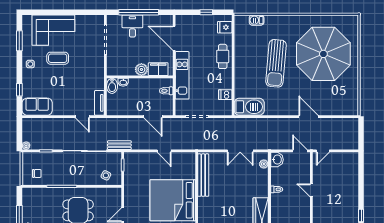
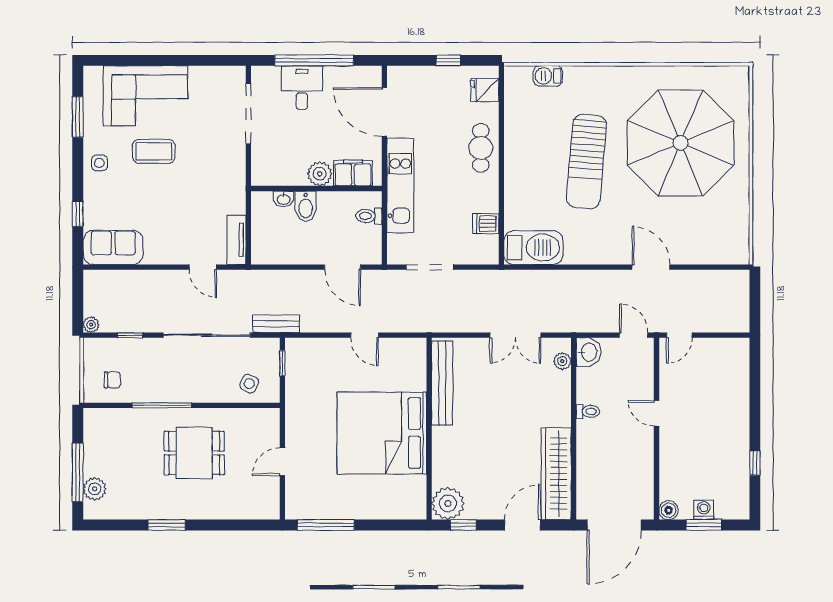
bidet: (112, 86) -> (306, 206), moved

